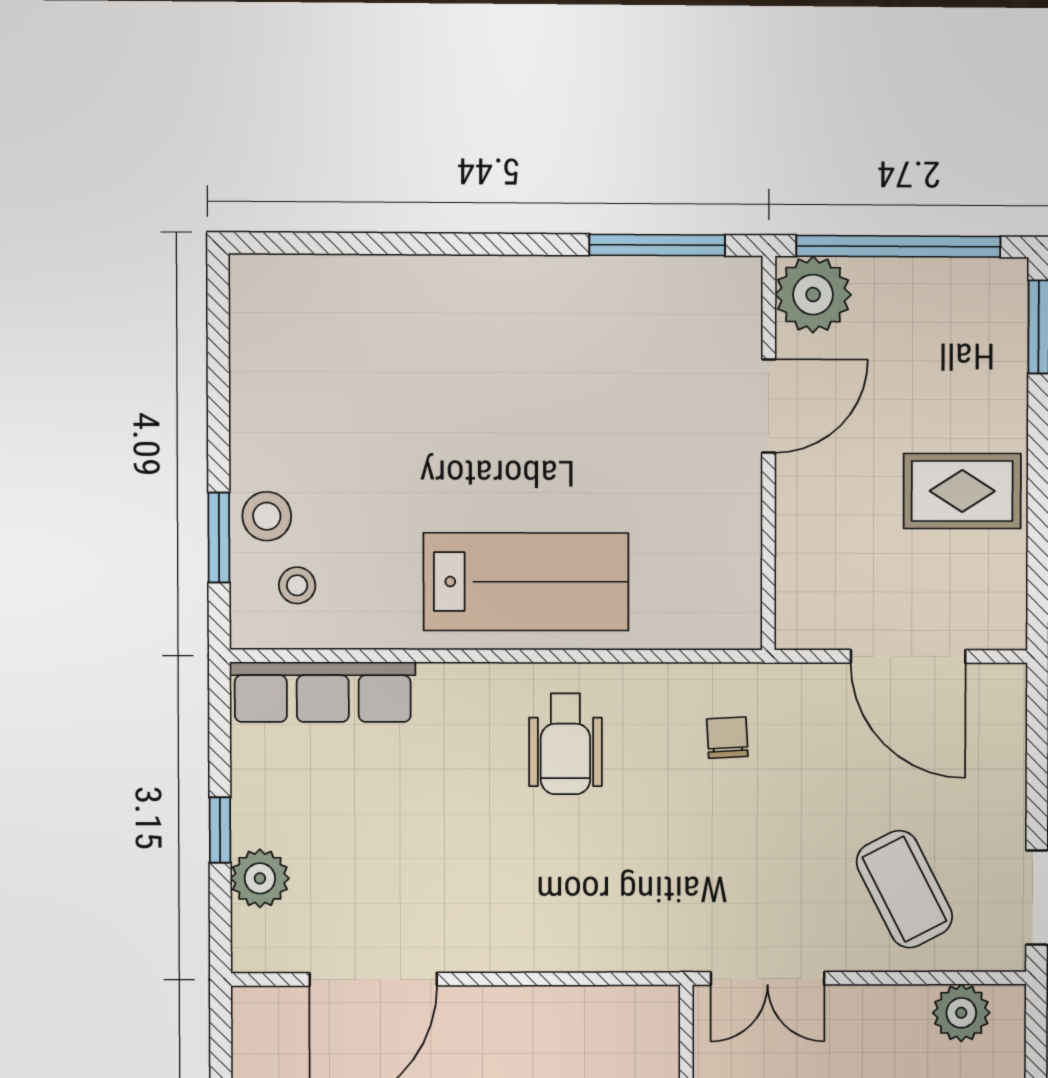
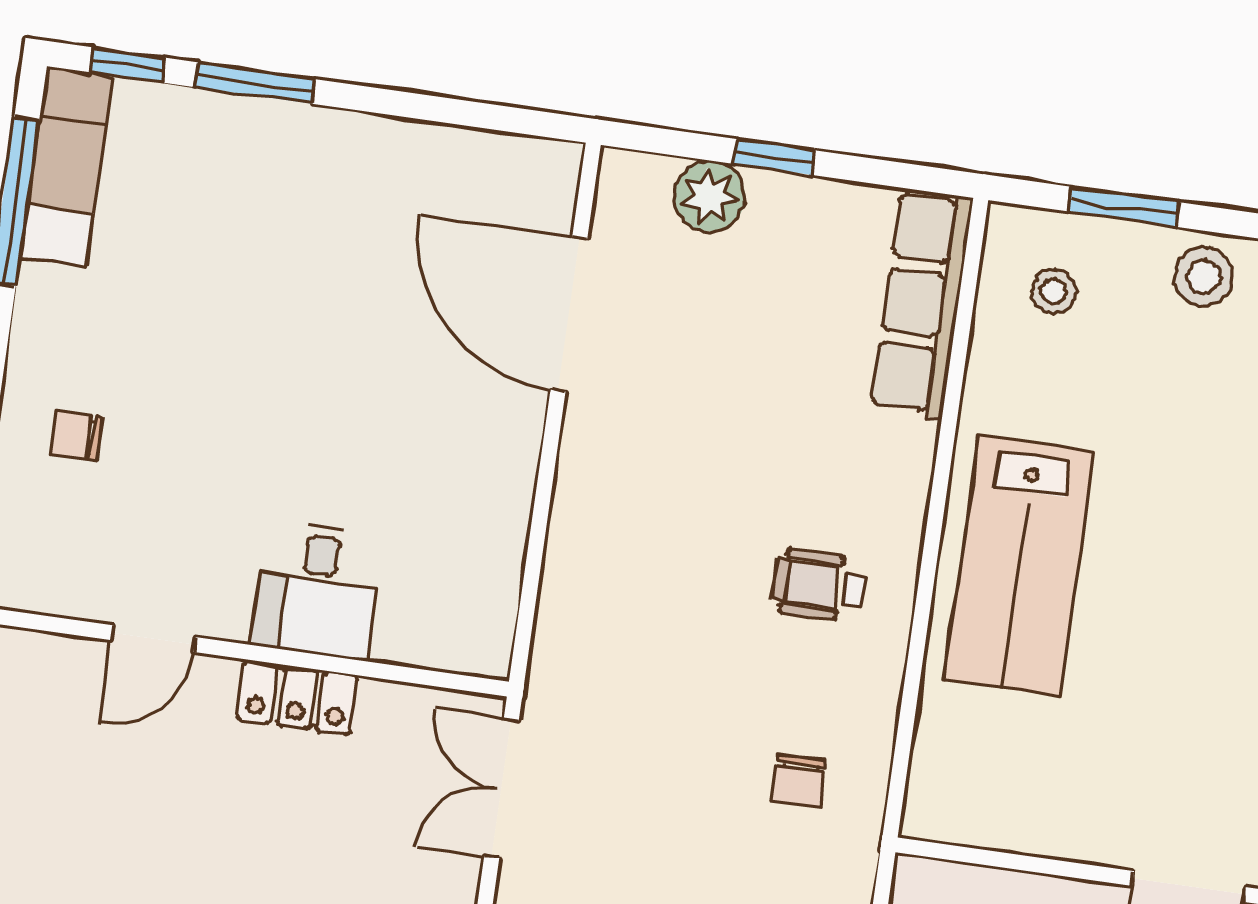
stool: (267, 516) -> (1204, 277), moved
chair: (727, 738) -> (798, 781), turned 93
wheelchair: (565, 744) -> (819, 585), width x0.73, depth x0.73

